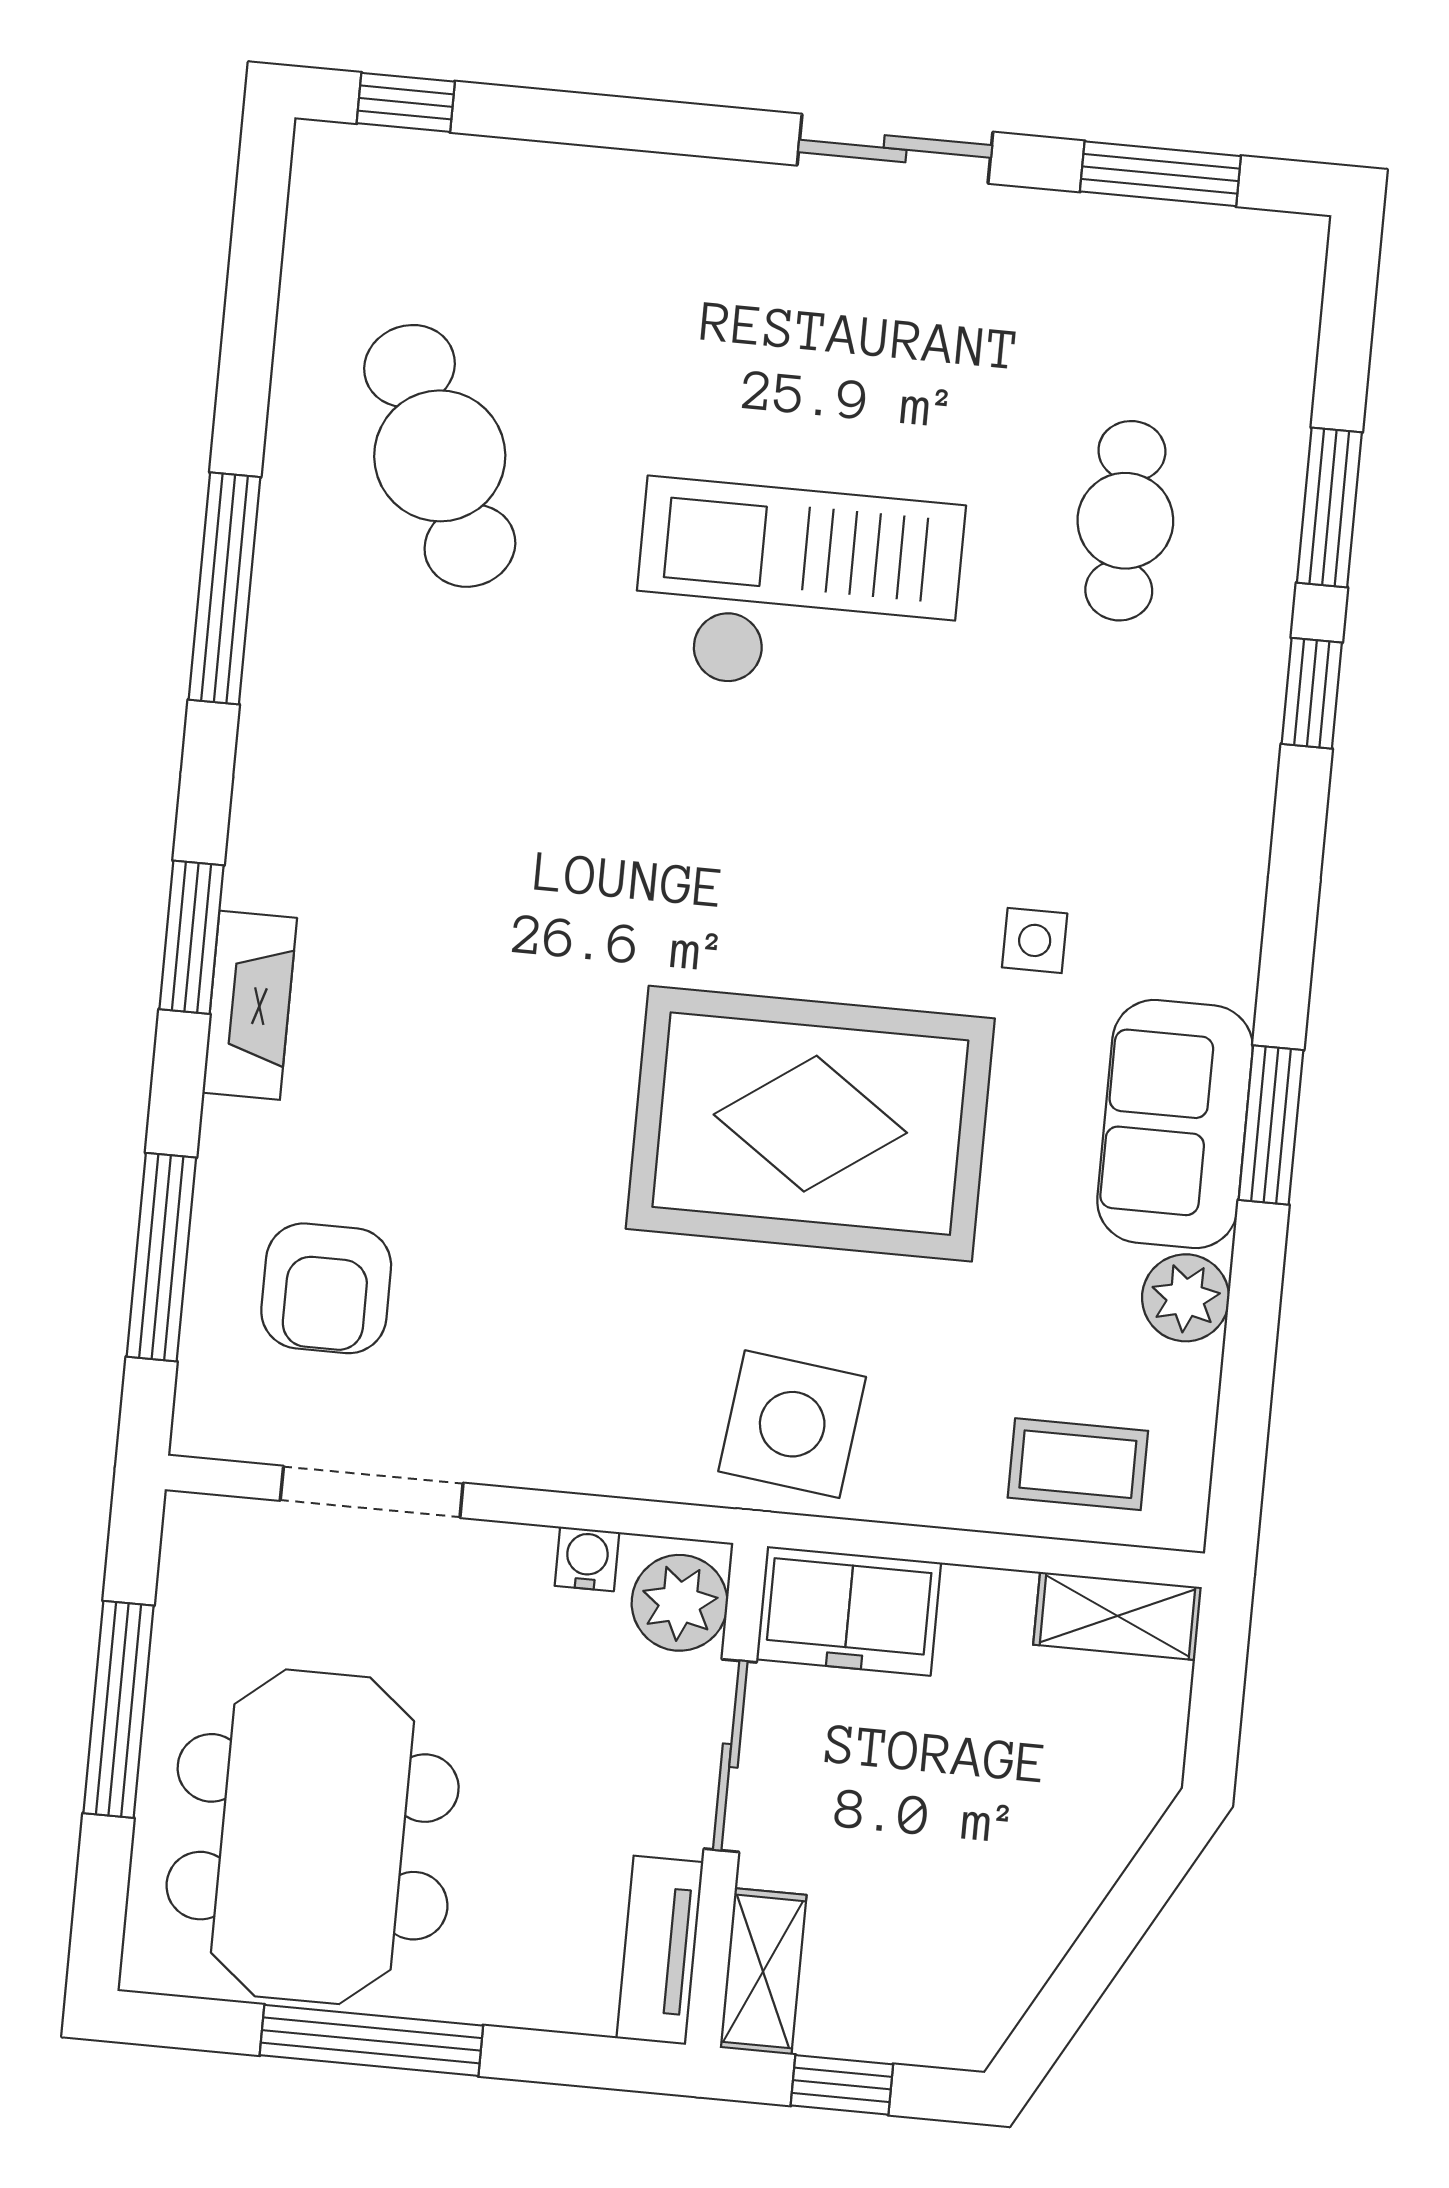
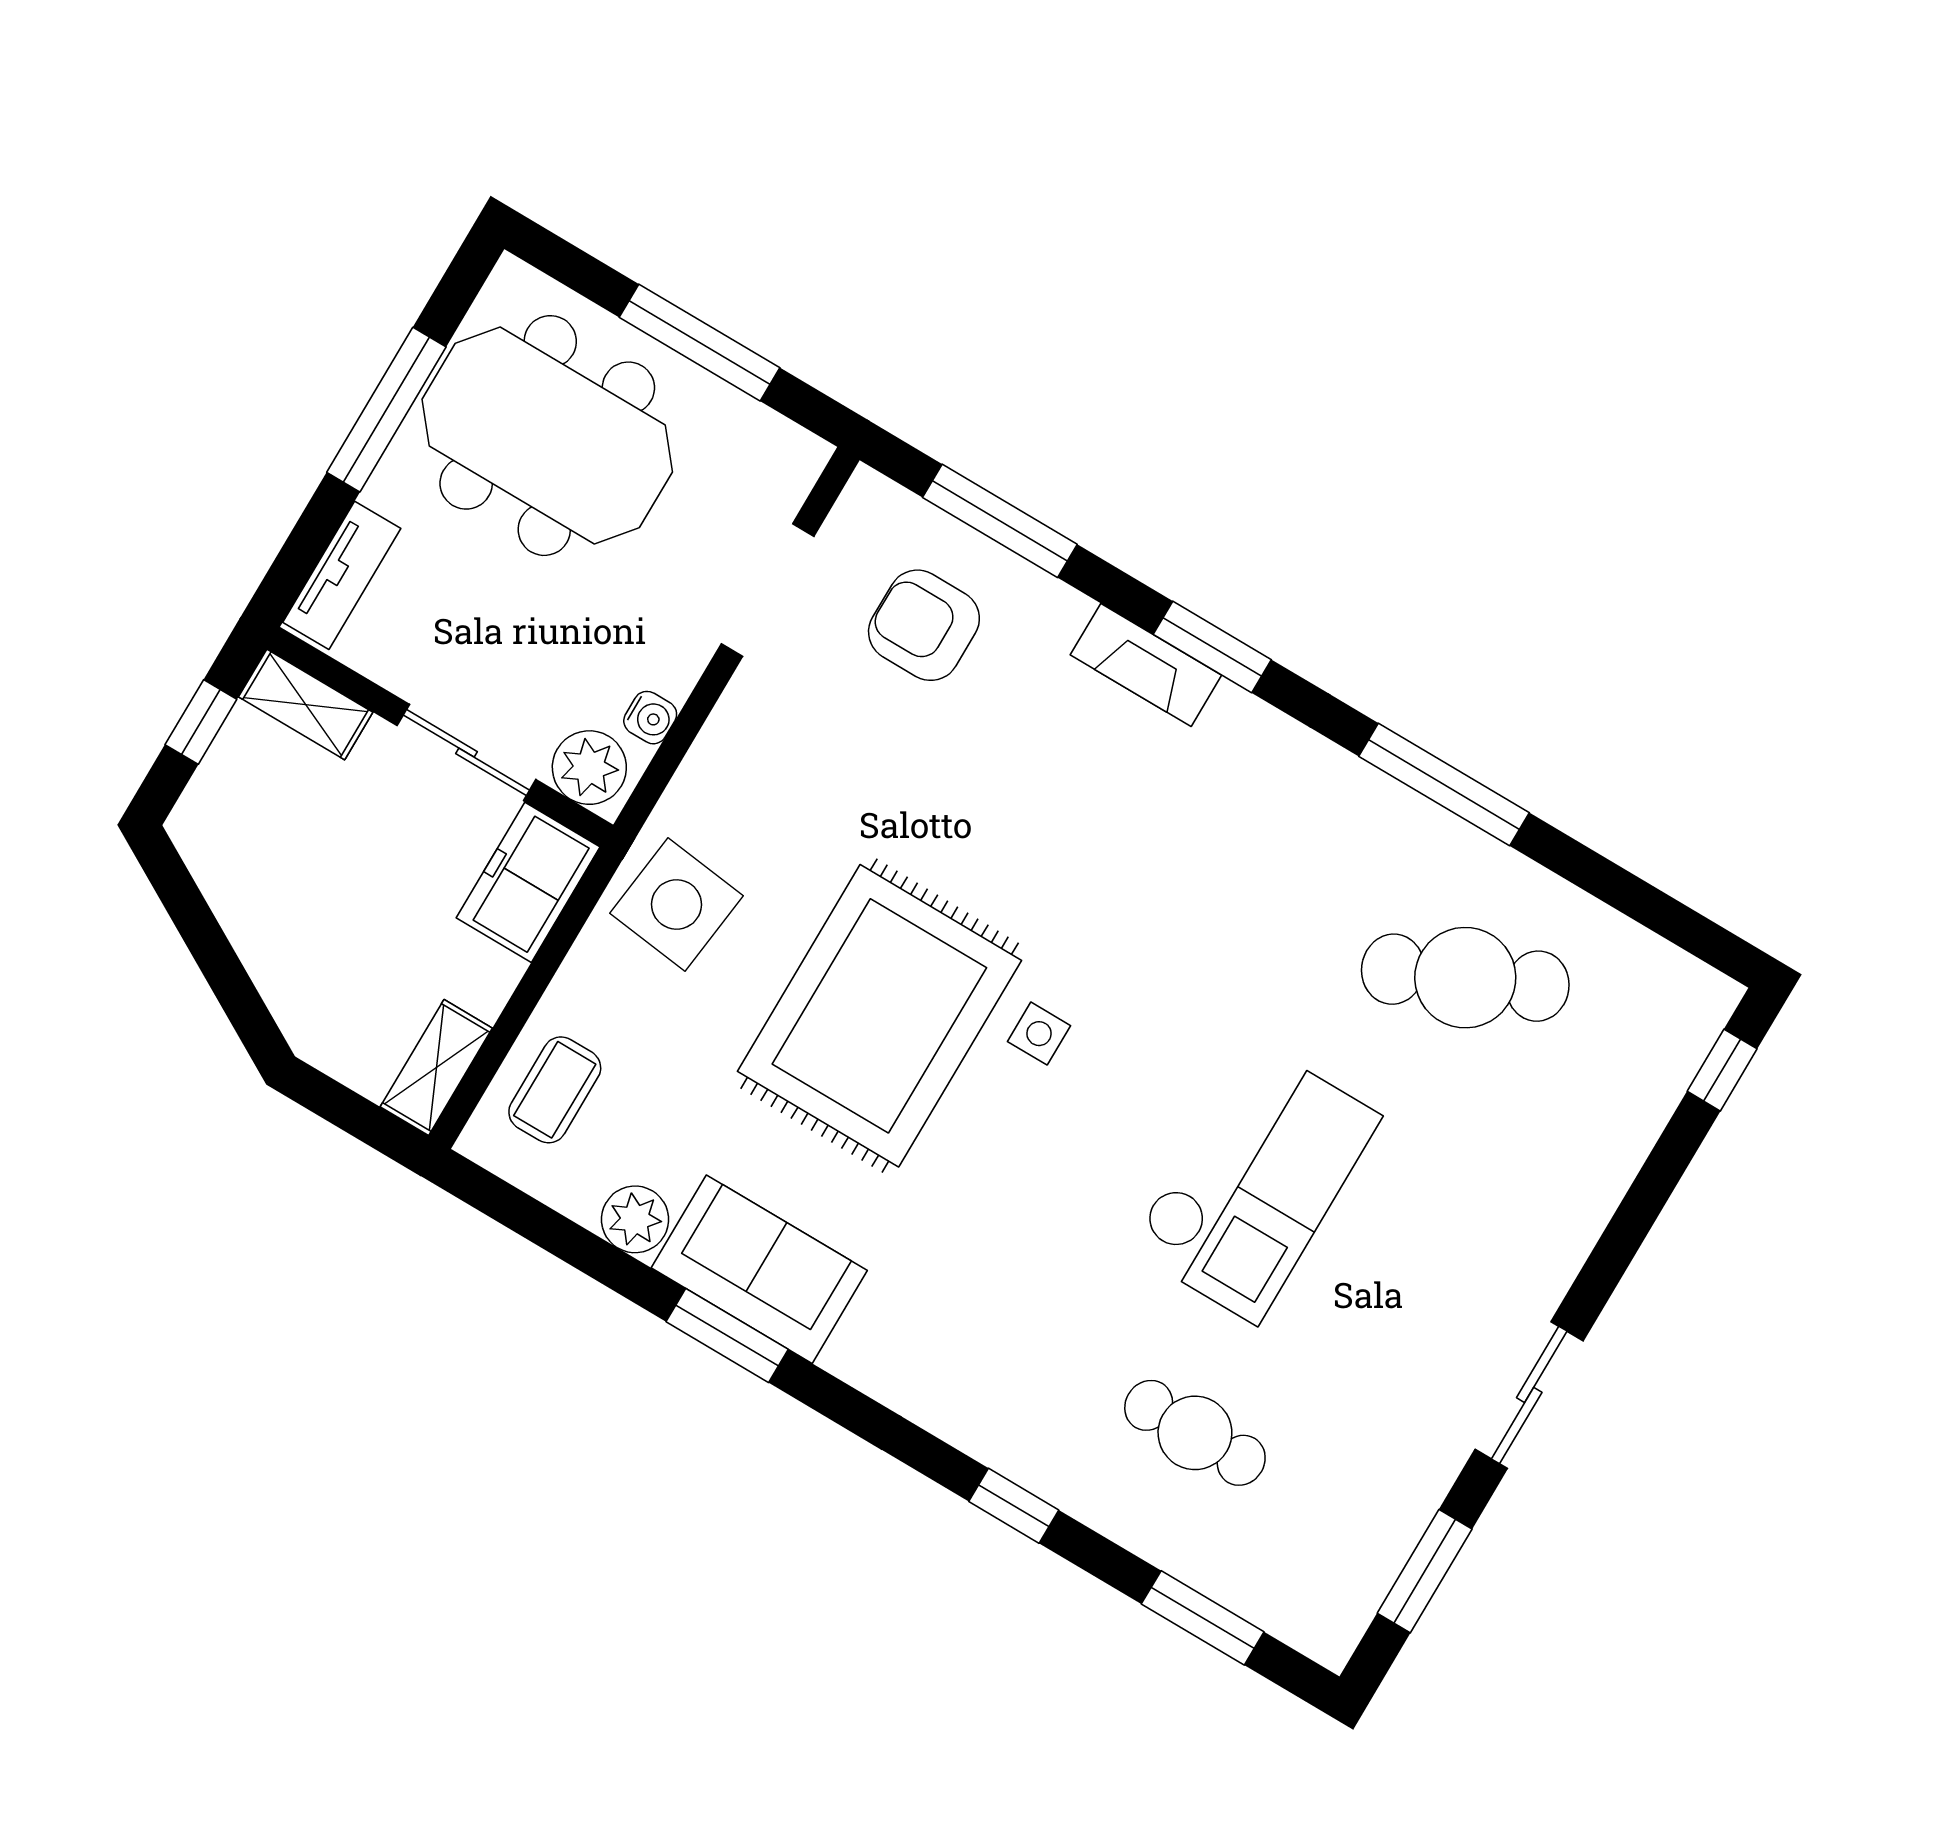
window: (1329, 507) -> (1203, 1618), moved
side table: (1035, 940) -> (1039, 1034), moved
tv unit: (660, 1950) -> (342, 575), moved, turned 90

